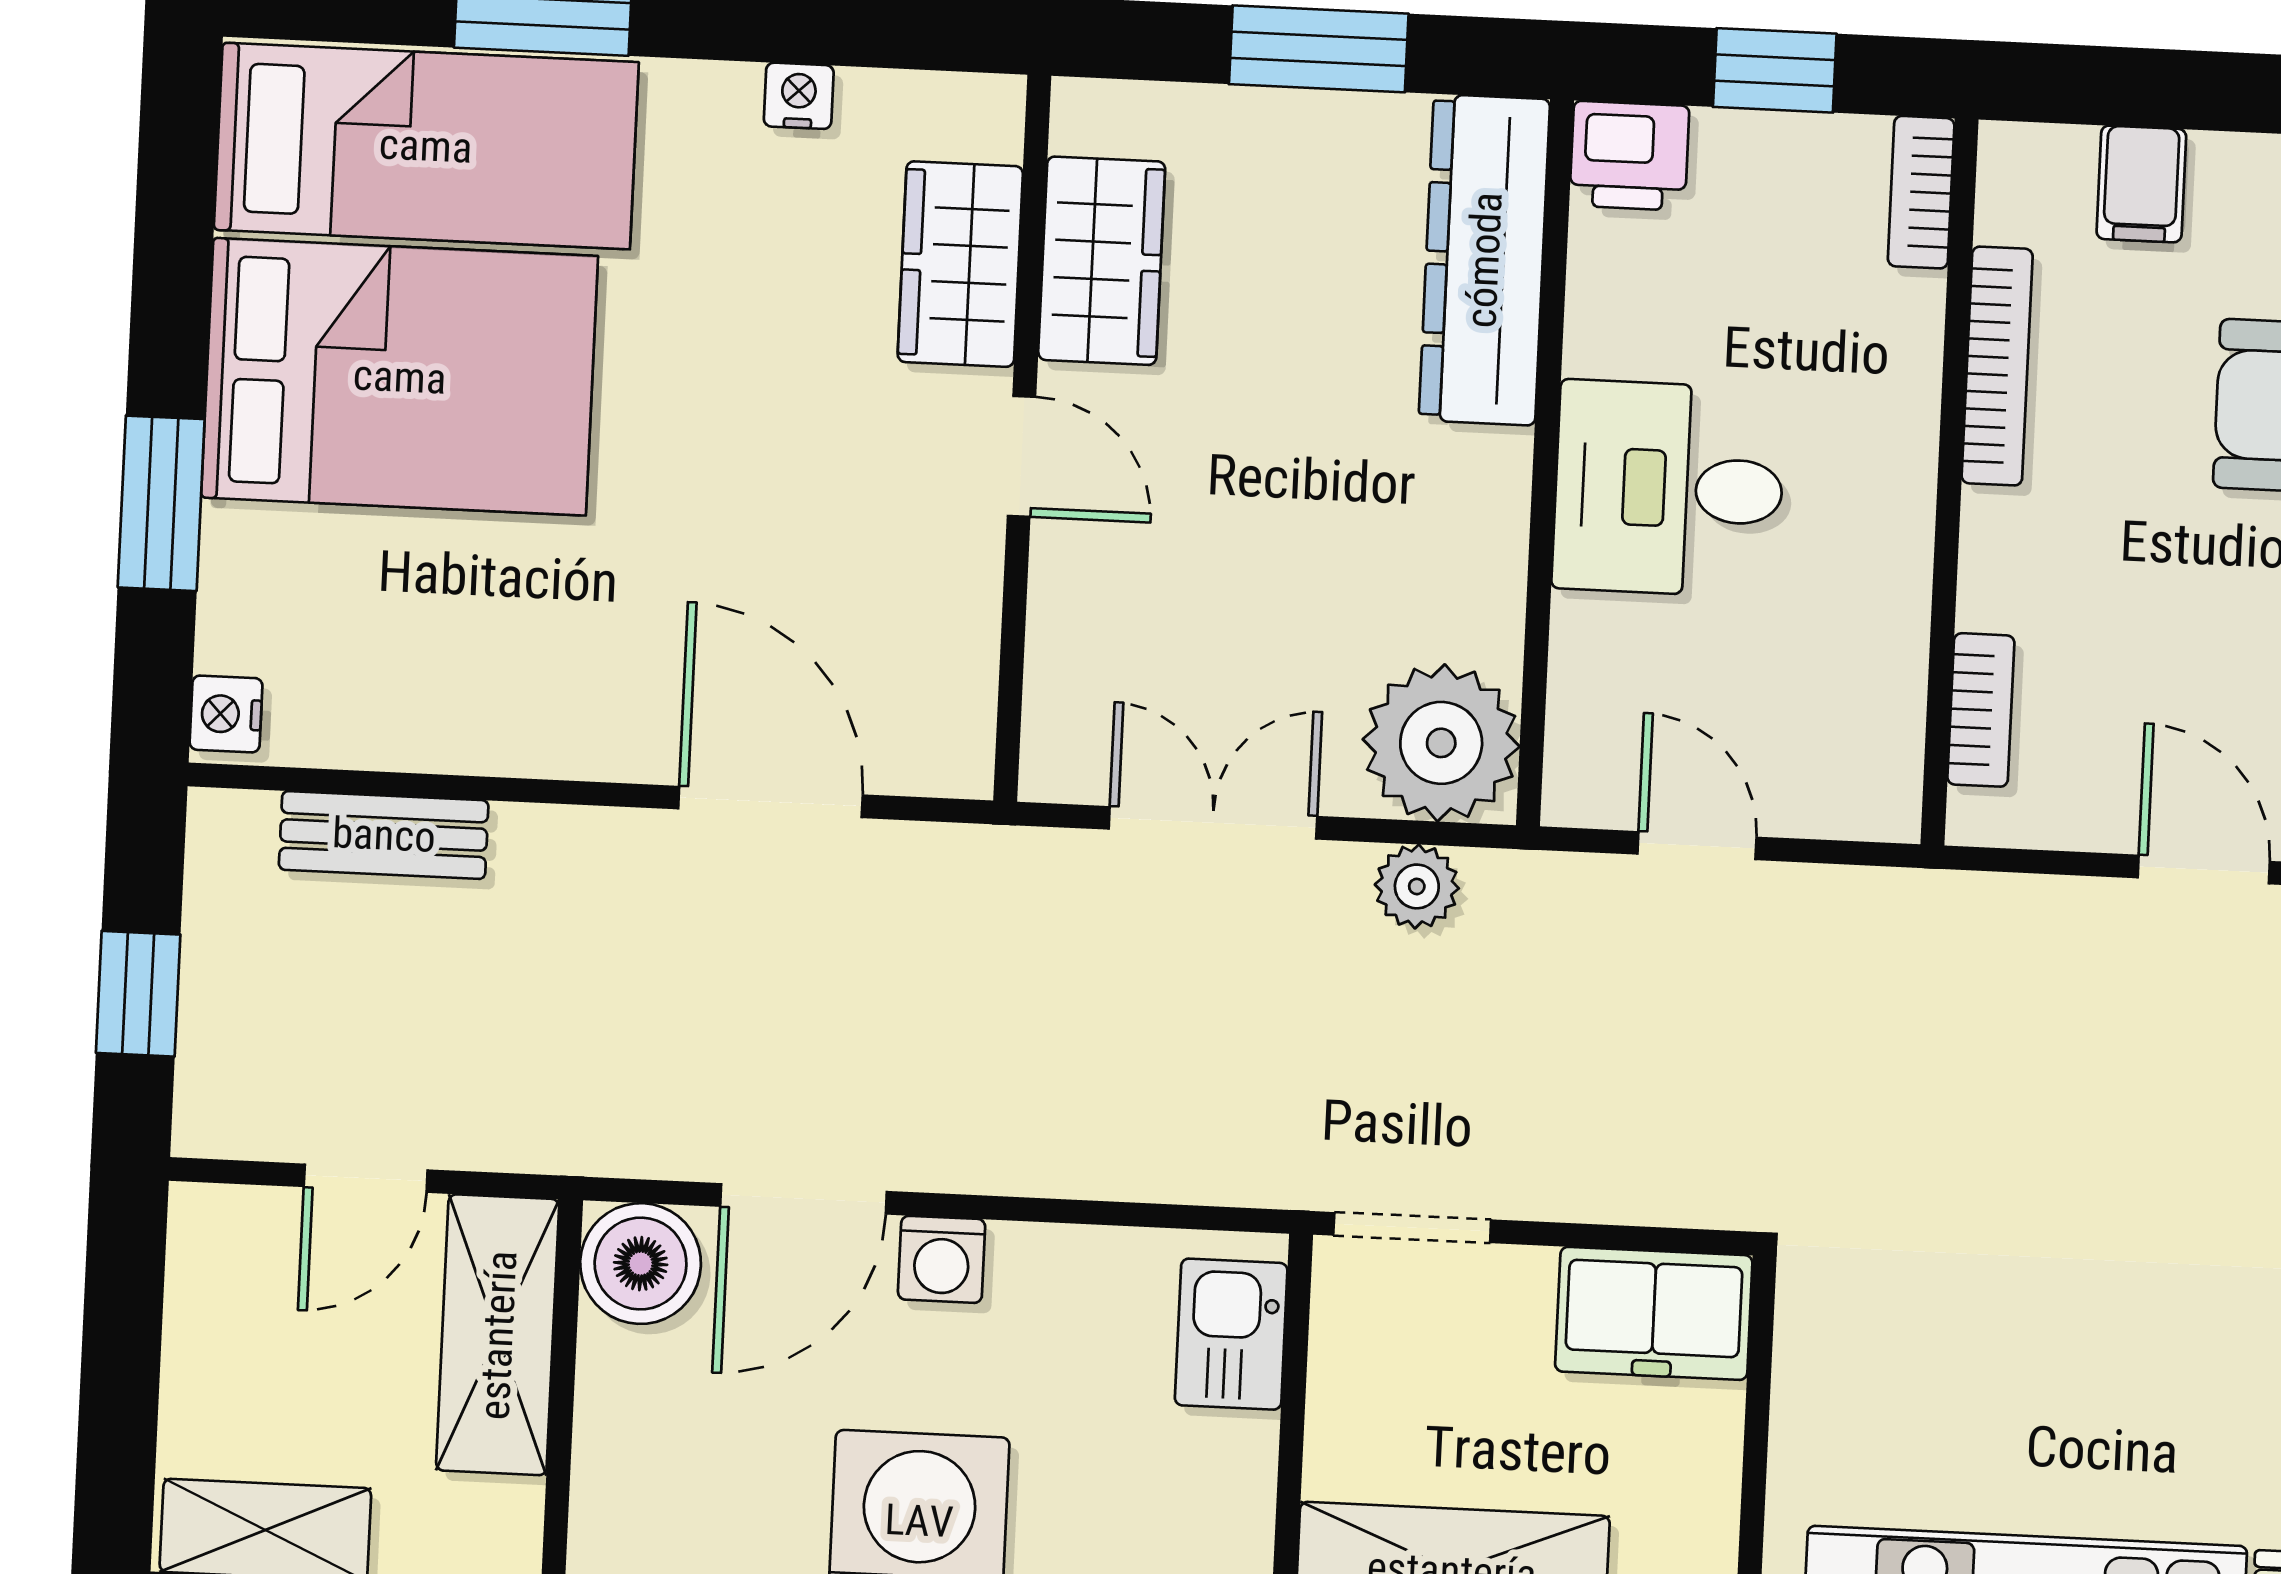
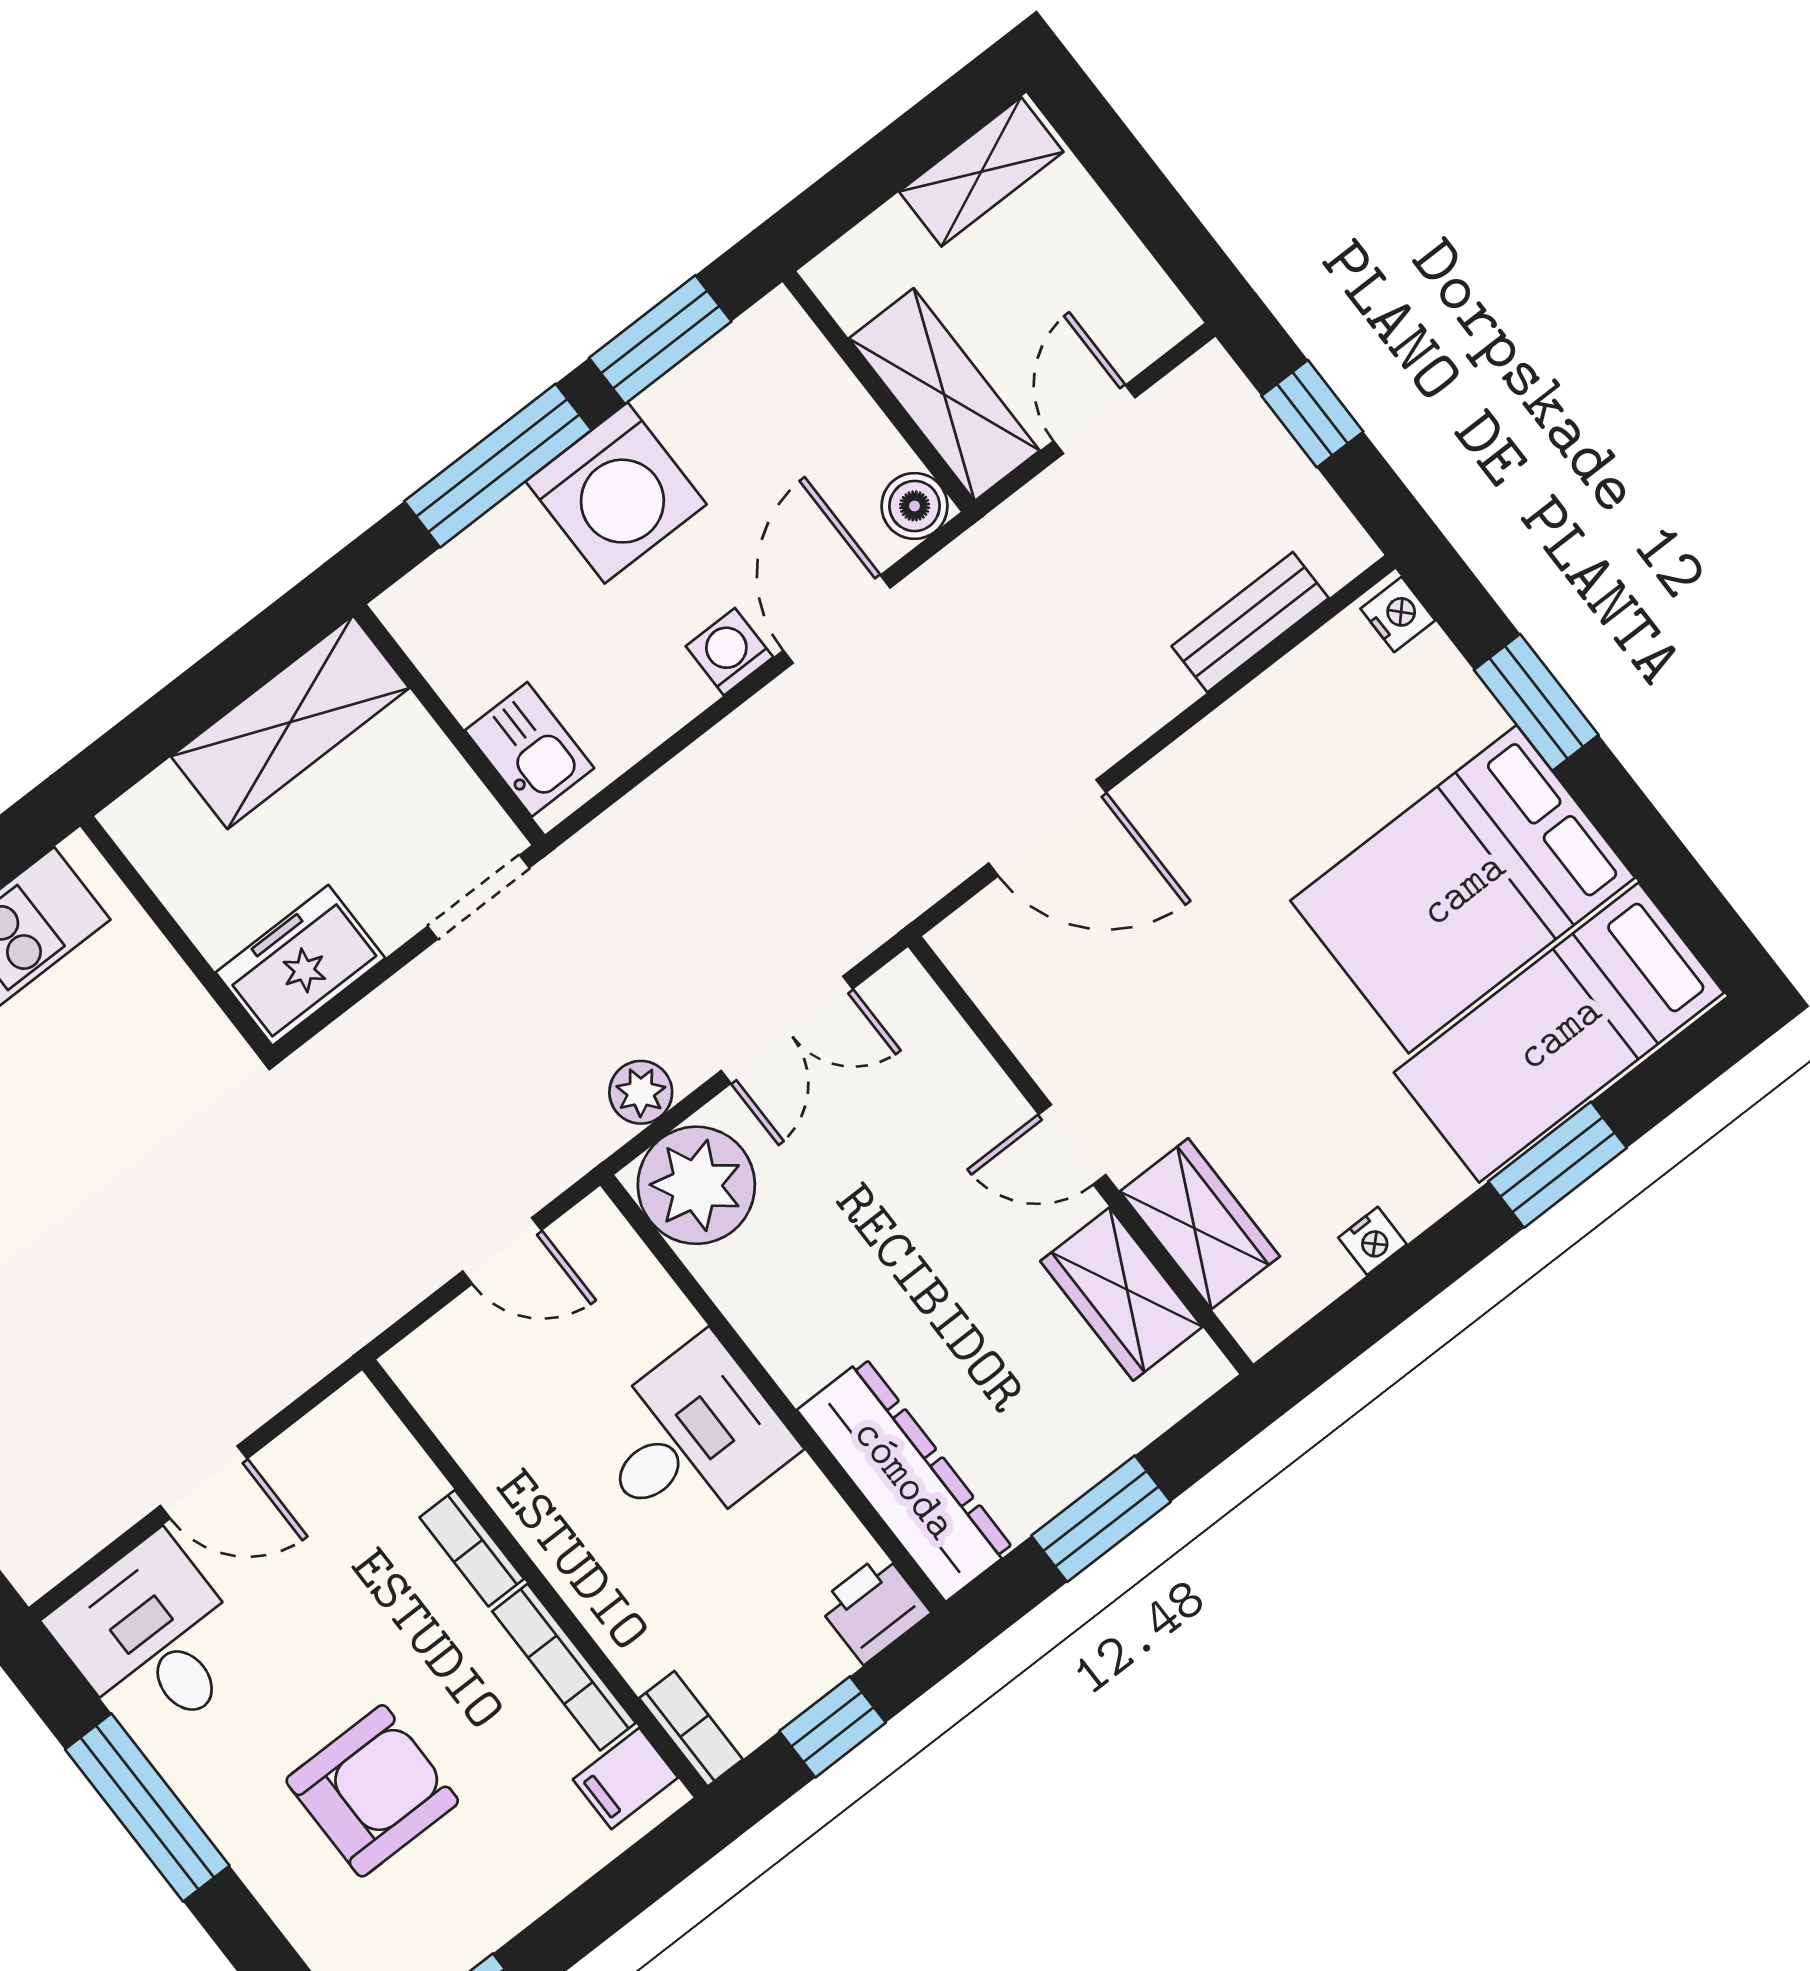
filing cabinet: (2141, 184) -> (625, 1778), moved, turned -90
bookcase: (1981, 710) -> (472, 1548), moved
boiler: (641, 1264) -> (915, 506), width x0.73, depth x0.73

